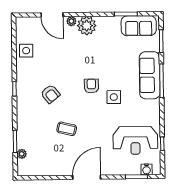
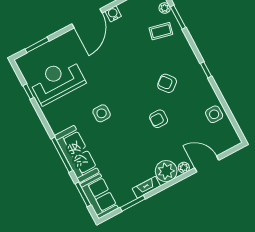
fireplace: (109, 21) -> (146, 187), added
sofa: (139, 26) -> (99, 196), moved, turned 90
armchair: (91, 86) -> (159, 119), moved, turned 90
coffee table: (67, 129) -> (161, 31), moved
water cooler: (147, 169) -> (113, 14), moved

